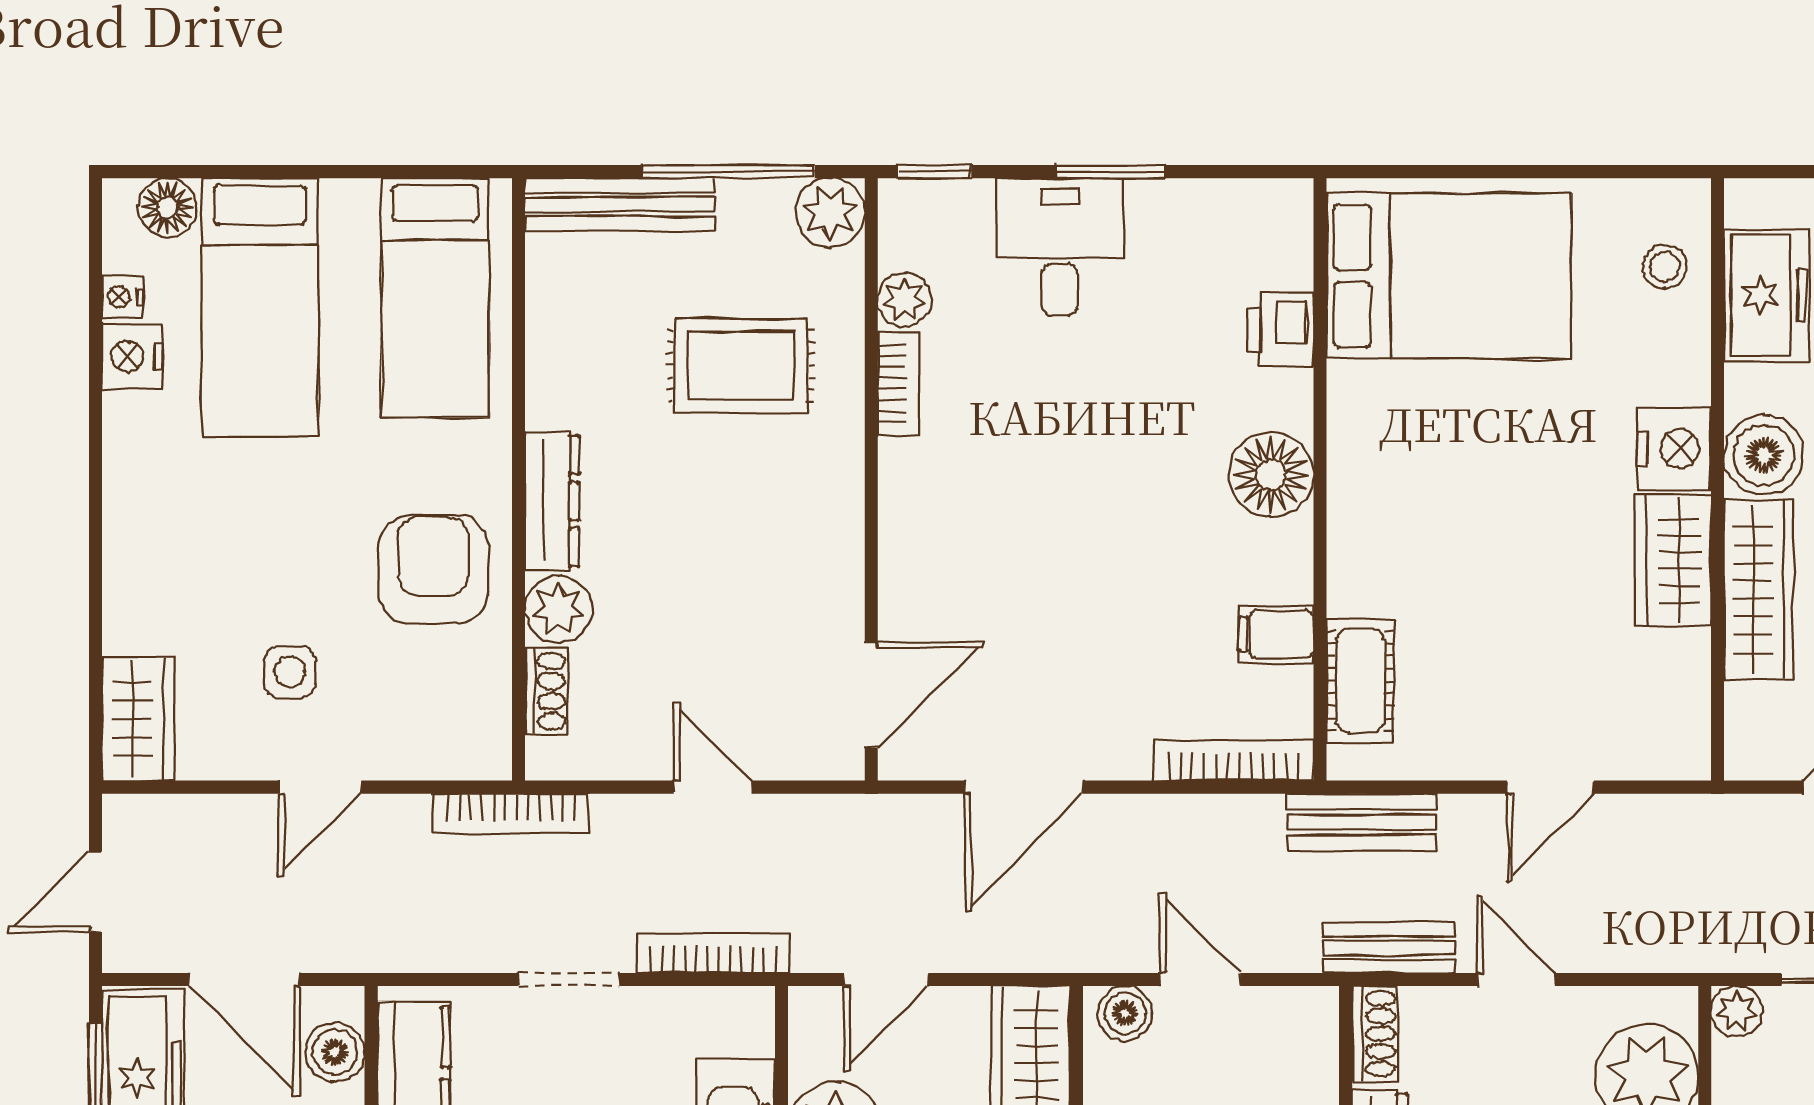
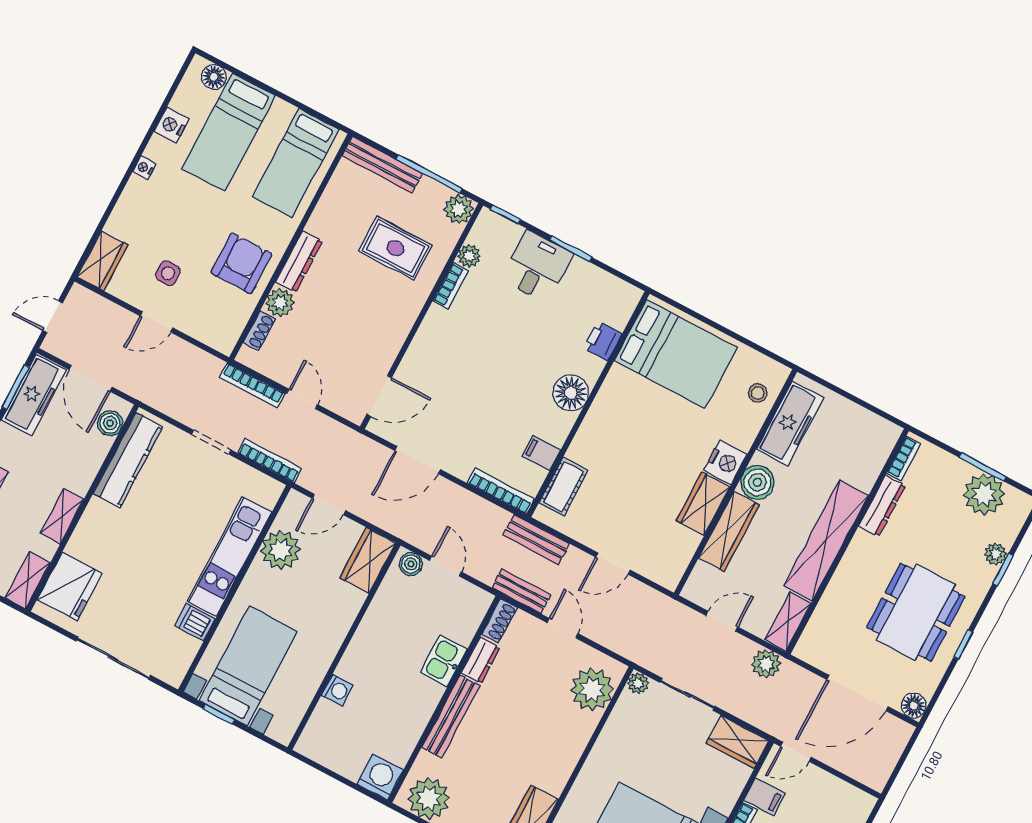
freezer: (1767, 295) -> (790, 424), width x1.40
nightstand: (122, 297) -> (144, 168), moved
bookcase: (511, 813) -> (252, 385), moved

